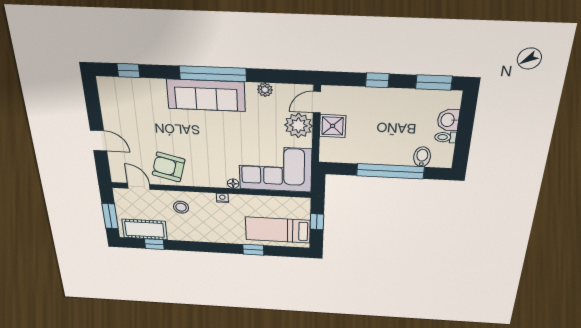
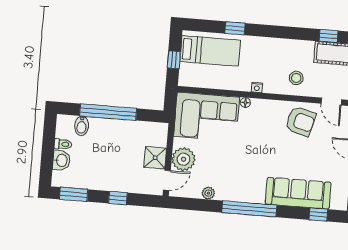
sofa: (206, 95) -> (298, 193), moved

